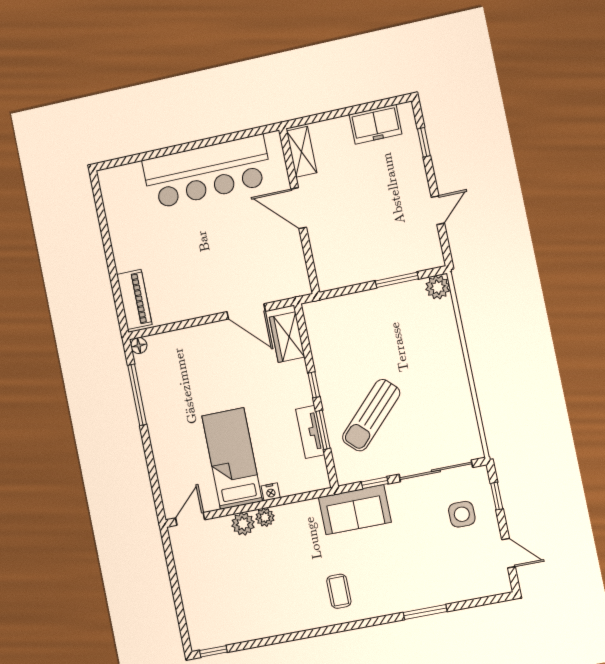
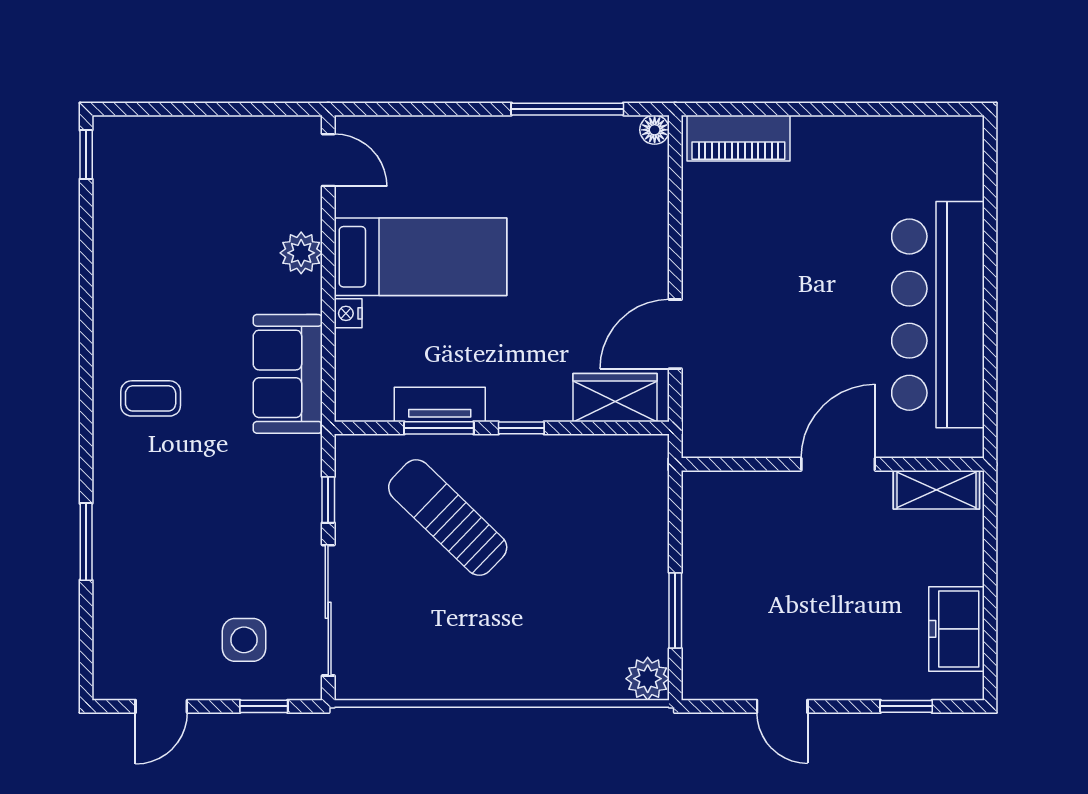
sofa: (355, 510) -> (288, 374), moved
plant: (265, 517) -> (305, 294), removed

